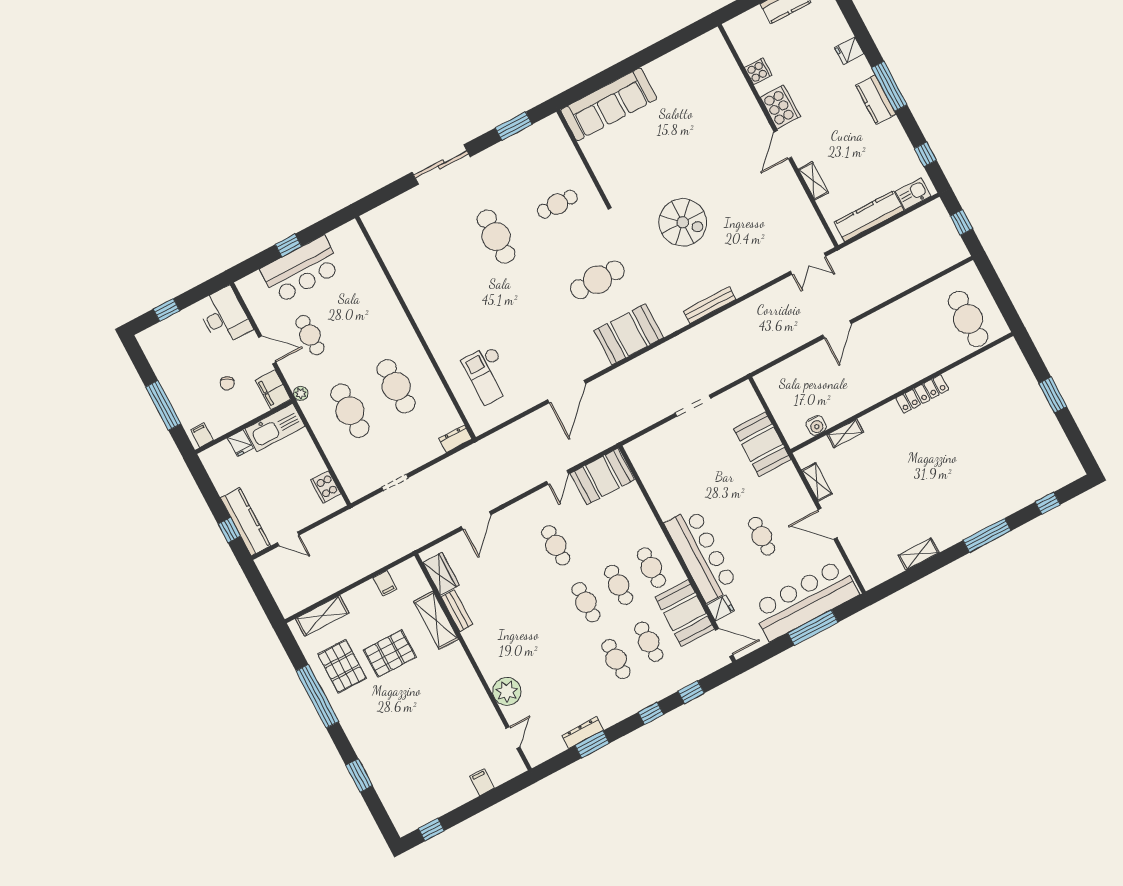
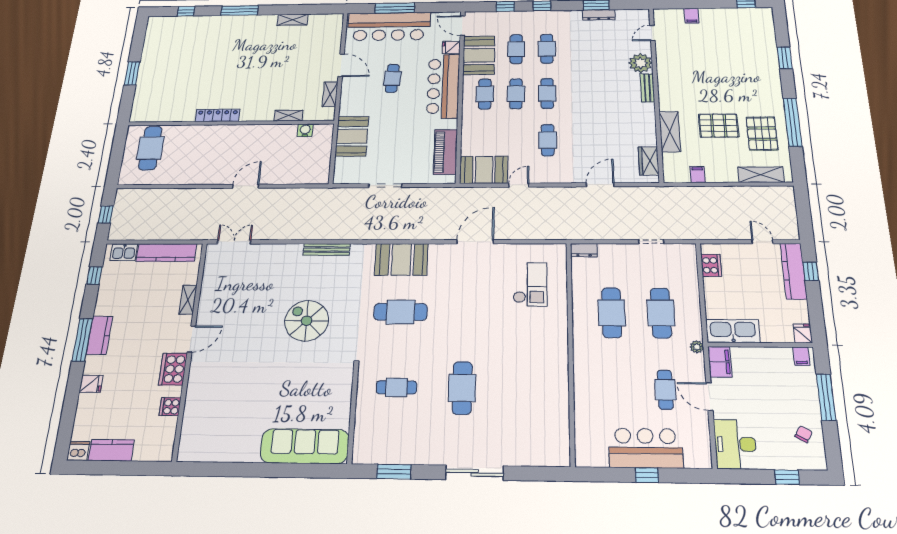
chair: (227, 383) -> (804, 434), moved
fridge: (240, 443) -> (803, 334), moved
piano: (654, 477) -> (445, 152), added
bench: (457, 611) -> (647, 88), moved

